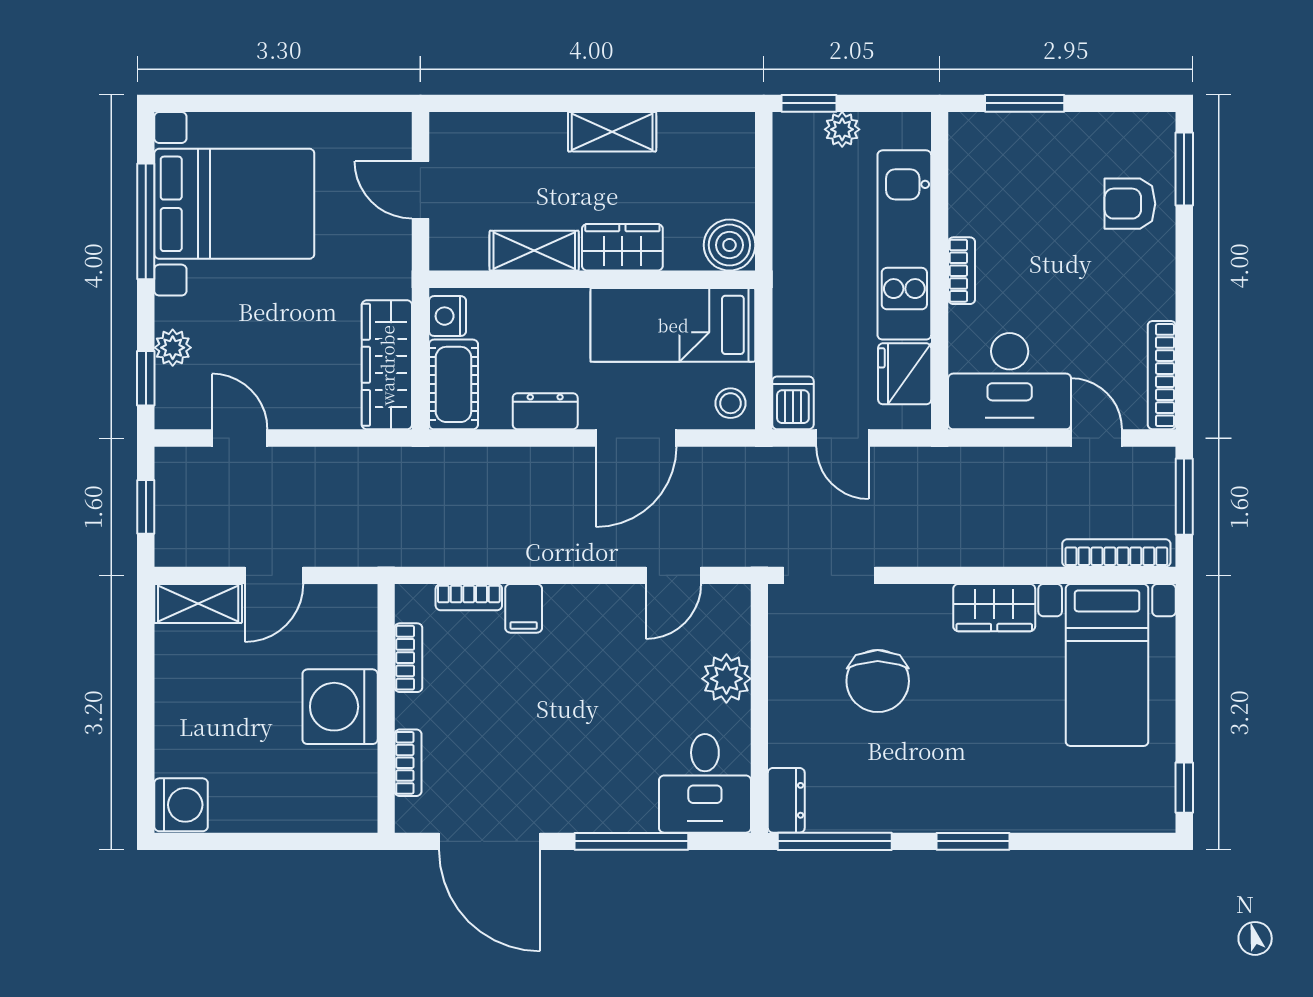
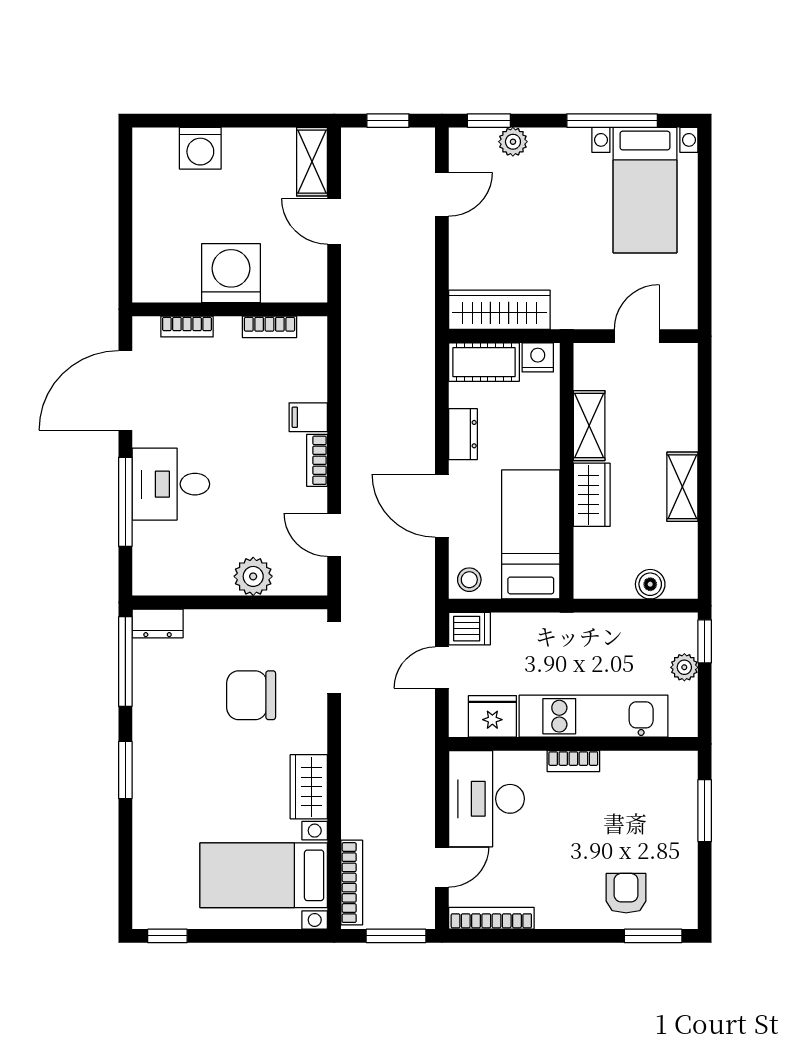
bed with nightstands: (234, 204) -> (645, 190), width x0.73
boiler: (729, 245) -> (650, 584), moved, width x0.73, depth x0.73
bookcase: (469, 597) -> (317, 460), moved
desk: (705, 783) -> (171, 484), moved
washing machine: (181, 805) -> (200, 148), moved

